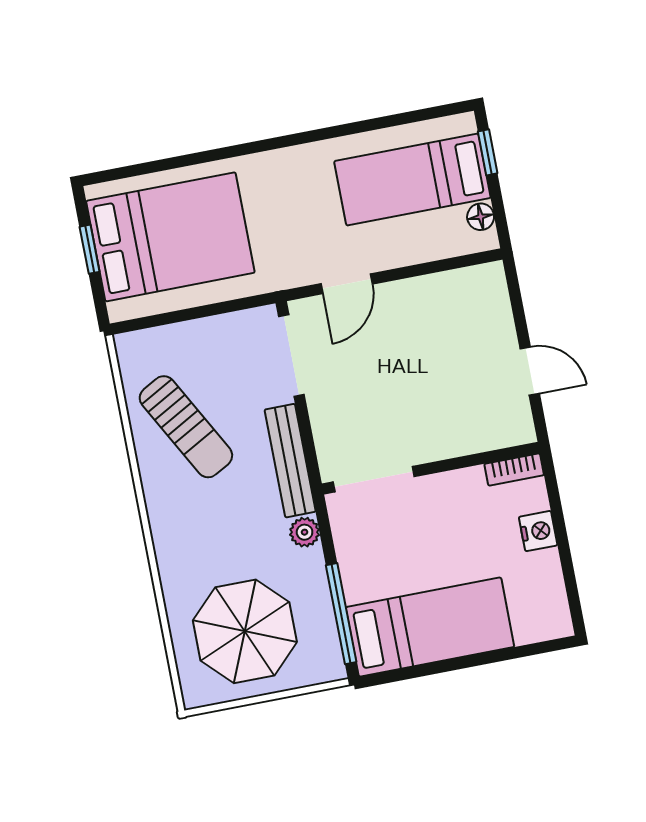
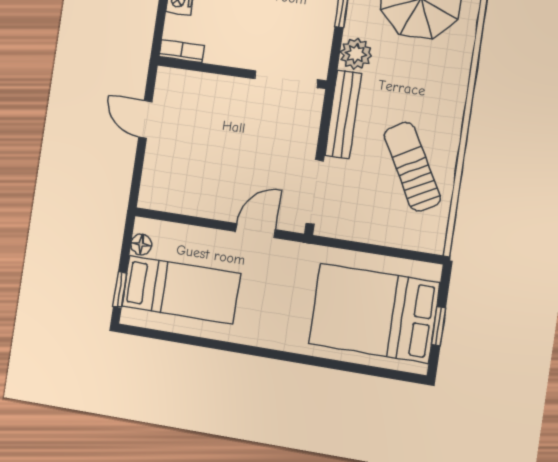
plant: (305, 532) -> (356, 54), width x1.38, depth x1.38

